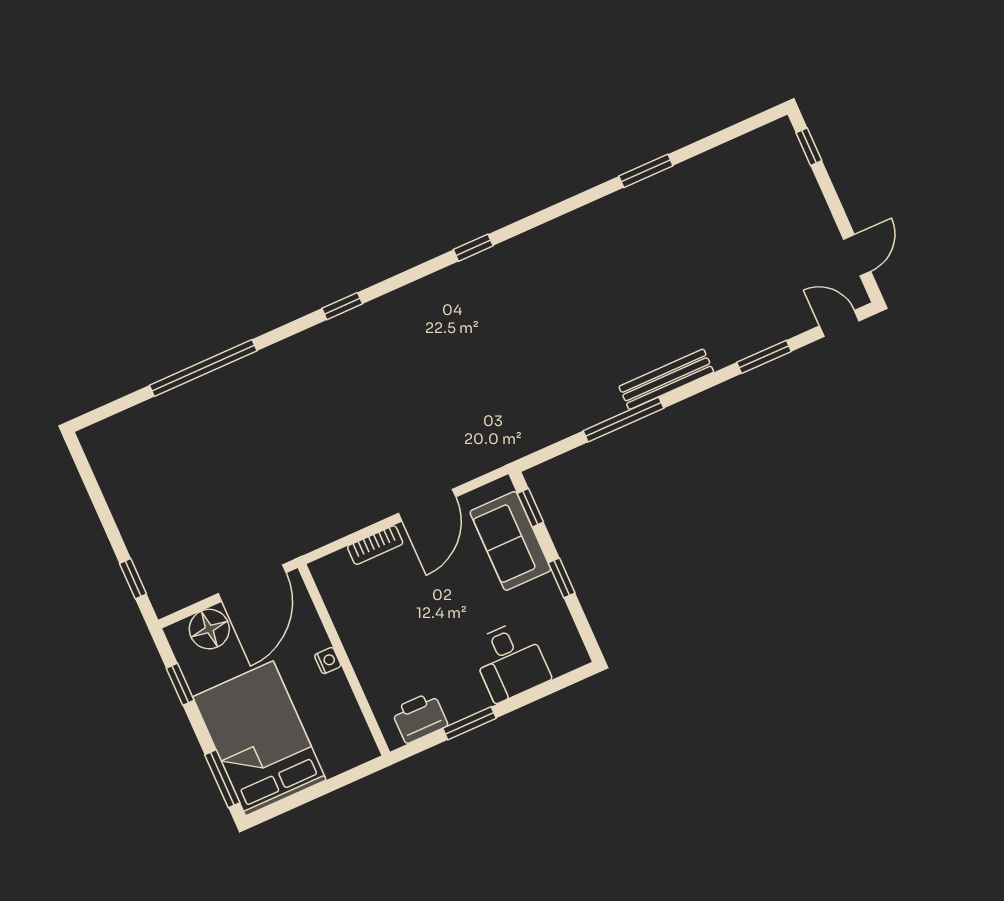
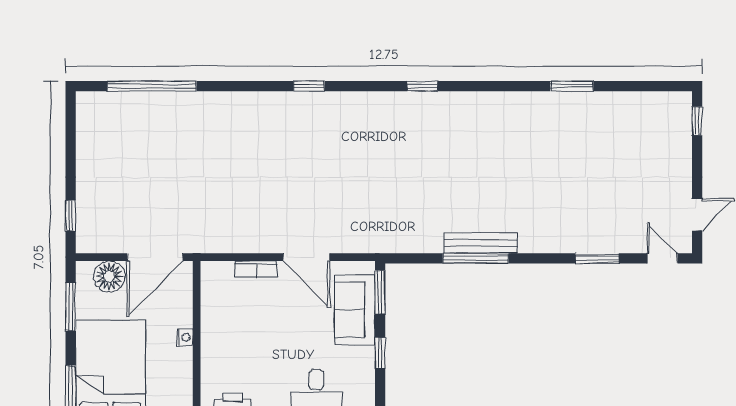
window: (203, 368) -> (152, 86), moved
bench: (666, 379) -> (481, 243), moved
door: (427, 505) -> (306, 257), hinge flipped
window: (530, 508) -> (380, 292), width x1.50
window: (180, 684) -> (71, 307), width x1.50

